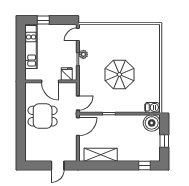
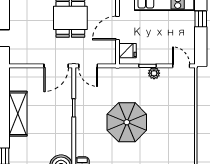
door: (78, 127) -> (56, 66), hinge flipped
shelving: (101, 155) -> (18, 114), moved

